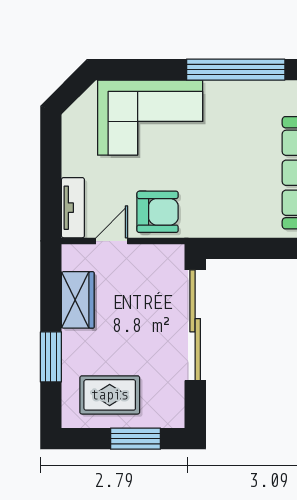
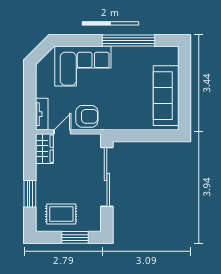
wardrobe: (78, 300) -> (44, 149), moved

